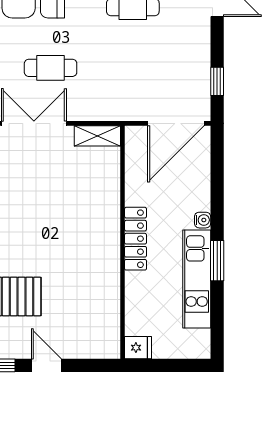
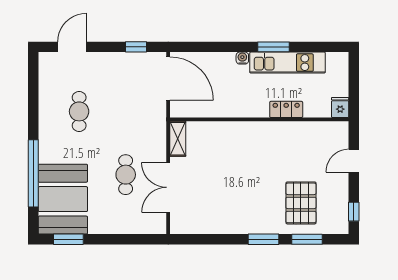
locker: (136, 239) -> (286, 109), moved, width x0.66
door: (46, 365) -> (354, 161), moved

